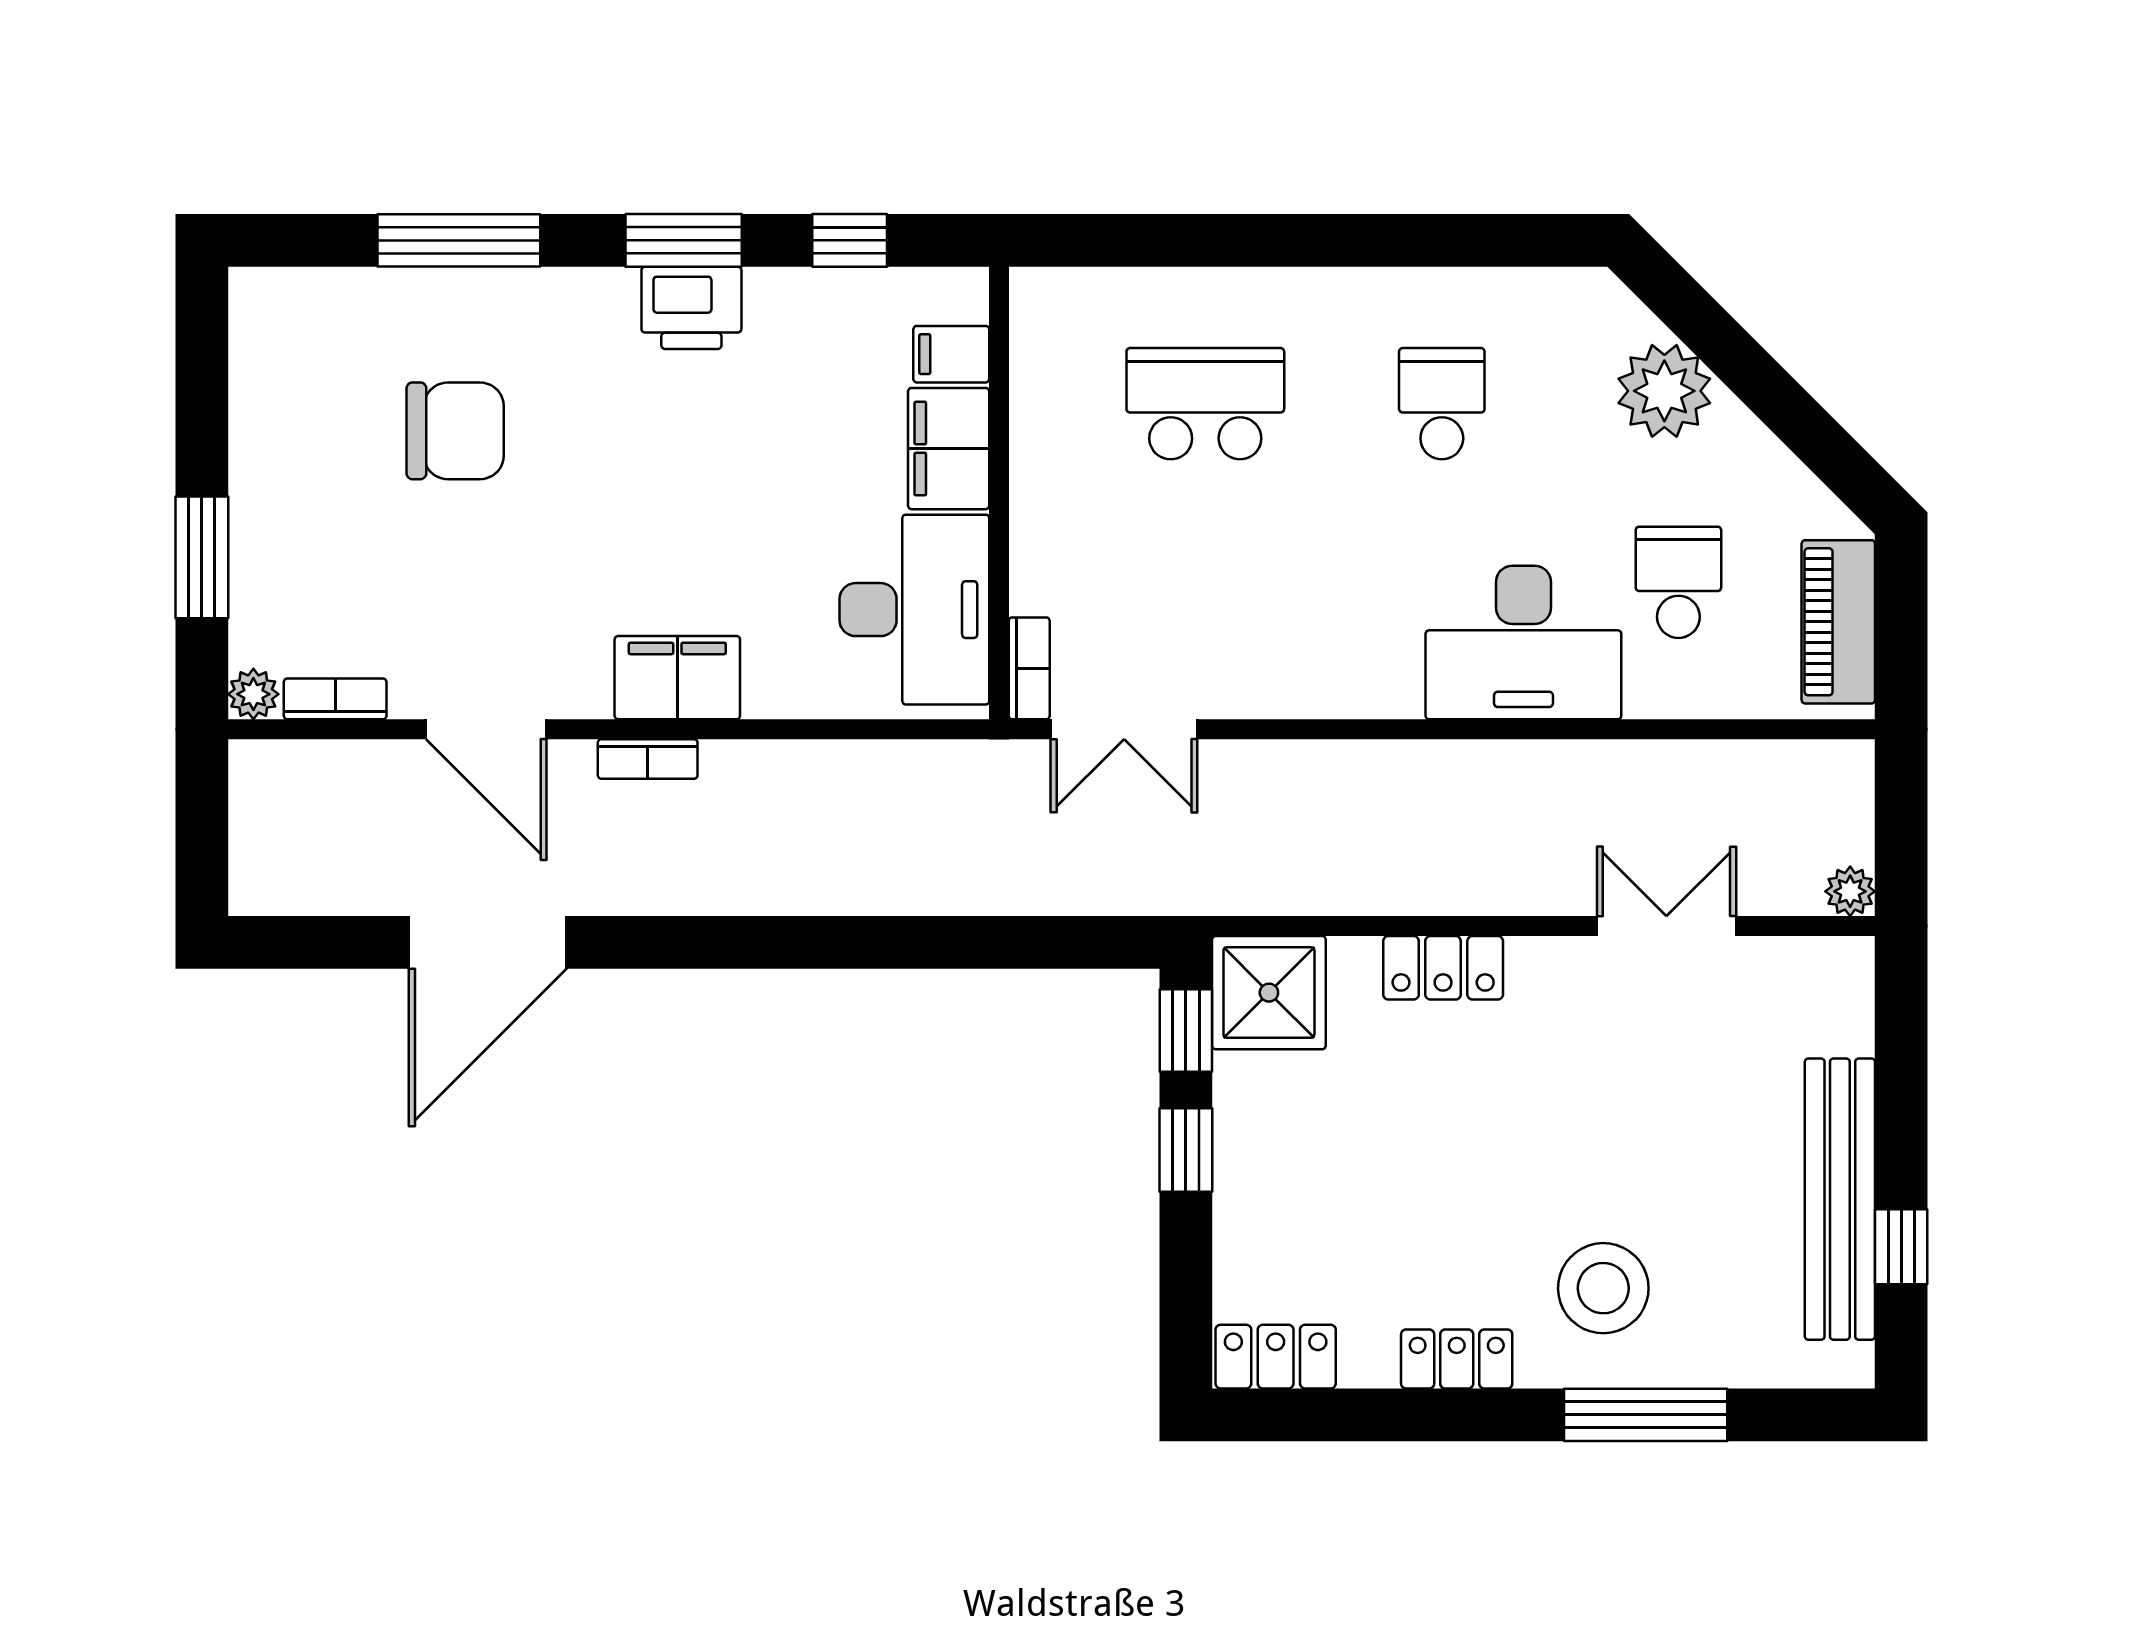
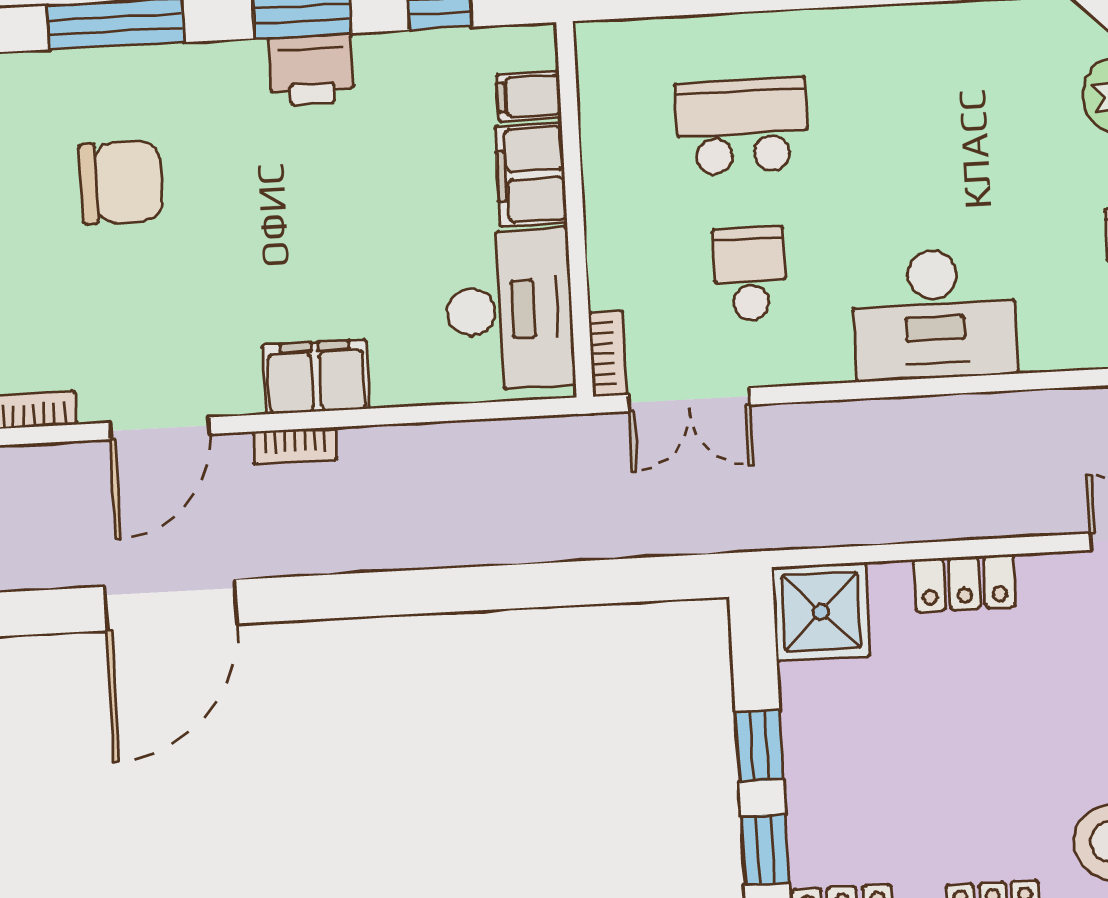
school desk: (1442, 404) -> (750, 274), moved
desk: (1523, 643) -> (934, 314), moved
door: (486, 729) -> (160, 428), hinge flipped
window: (1186, 1031) -> (765, 850), moved

